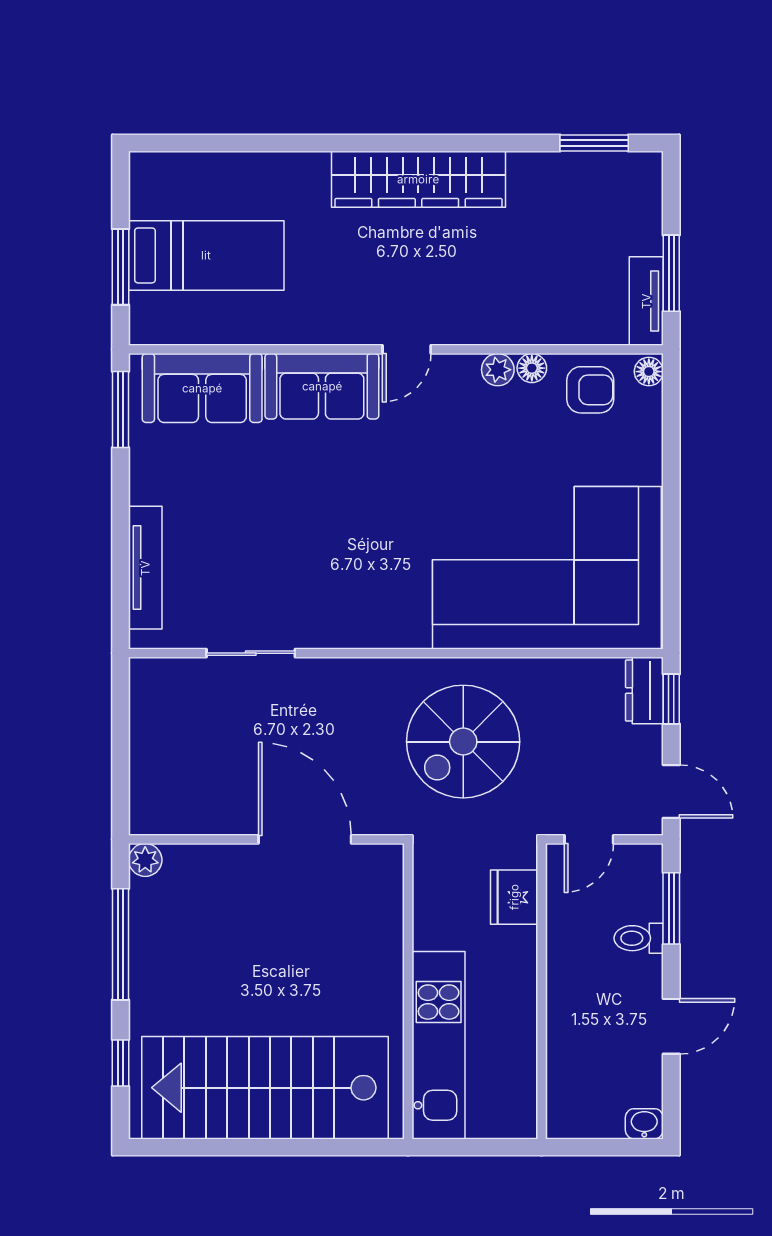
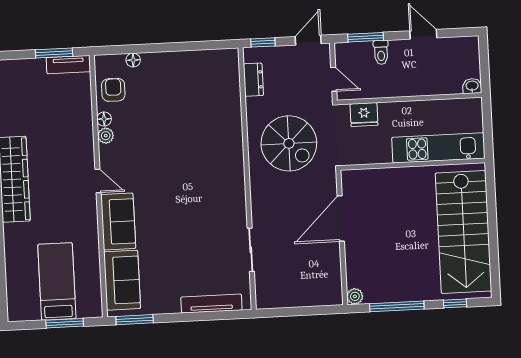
floor lamp: (649, 372) -> (133, 60), moved
corner sofa: (547, 568) -> (202, 107), removed
dresser: (644, 691) -> (253, 80), moved, turned -90
washbasin: (644, 1124) -> (472, 86), moved, turned 90

